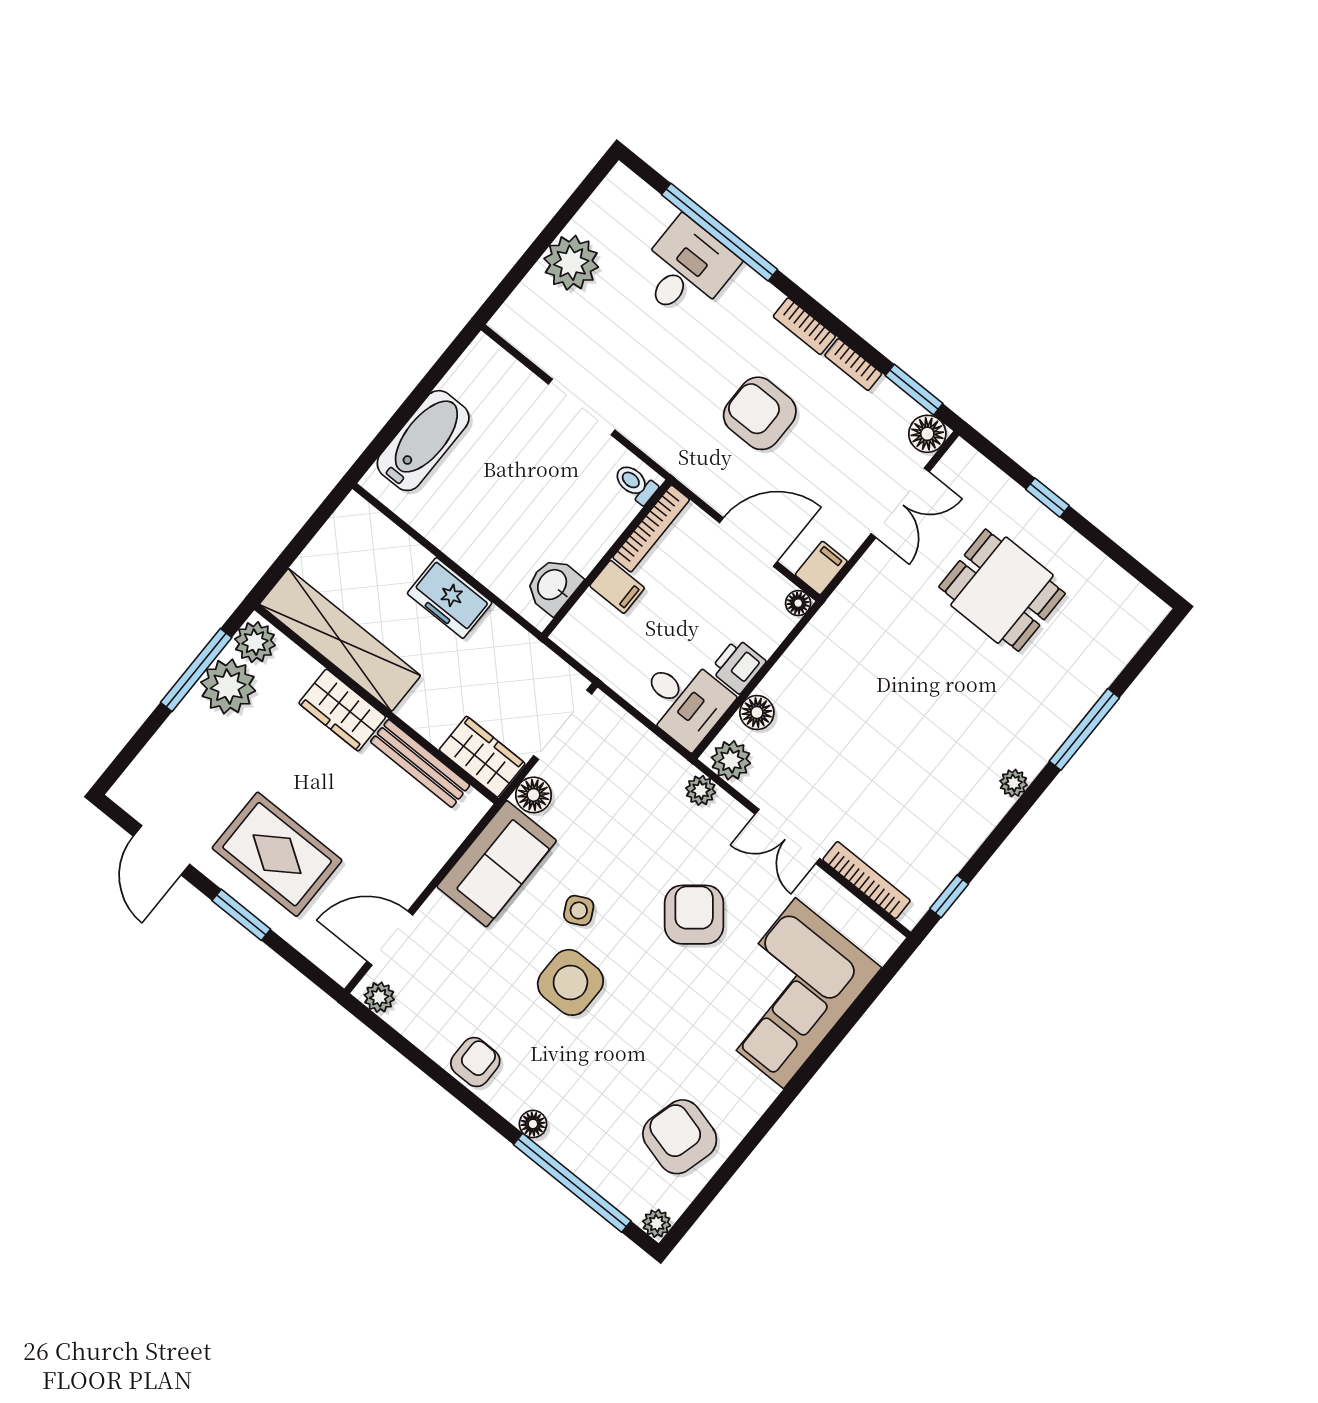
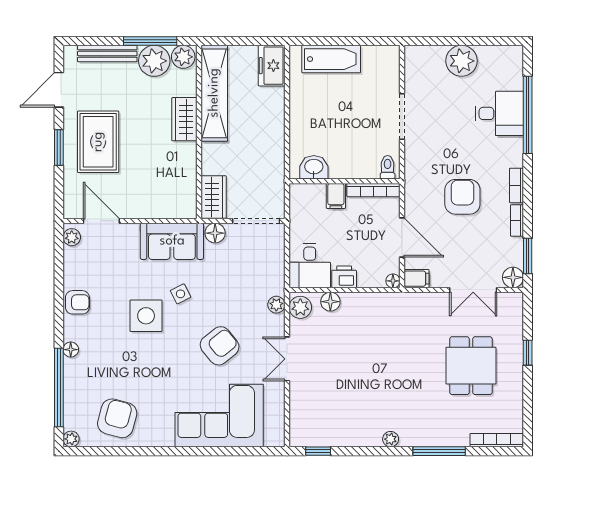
freezer: (450, 598) -> (272, 66), moved
bench: (420, 763) -> (107, 54), moved, turned 90
bookcase: (867, 880) -> (497, 440), moved, turned -90

